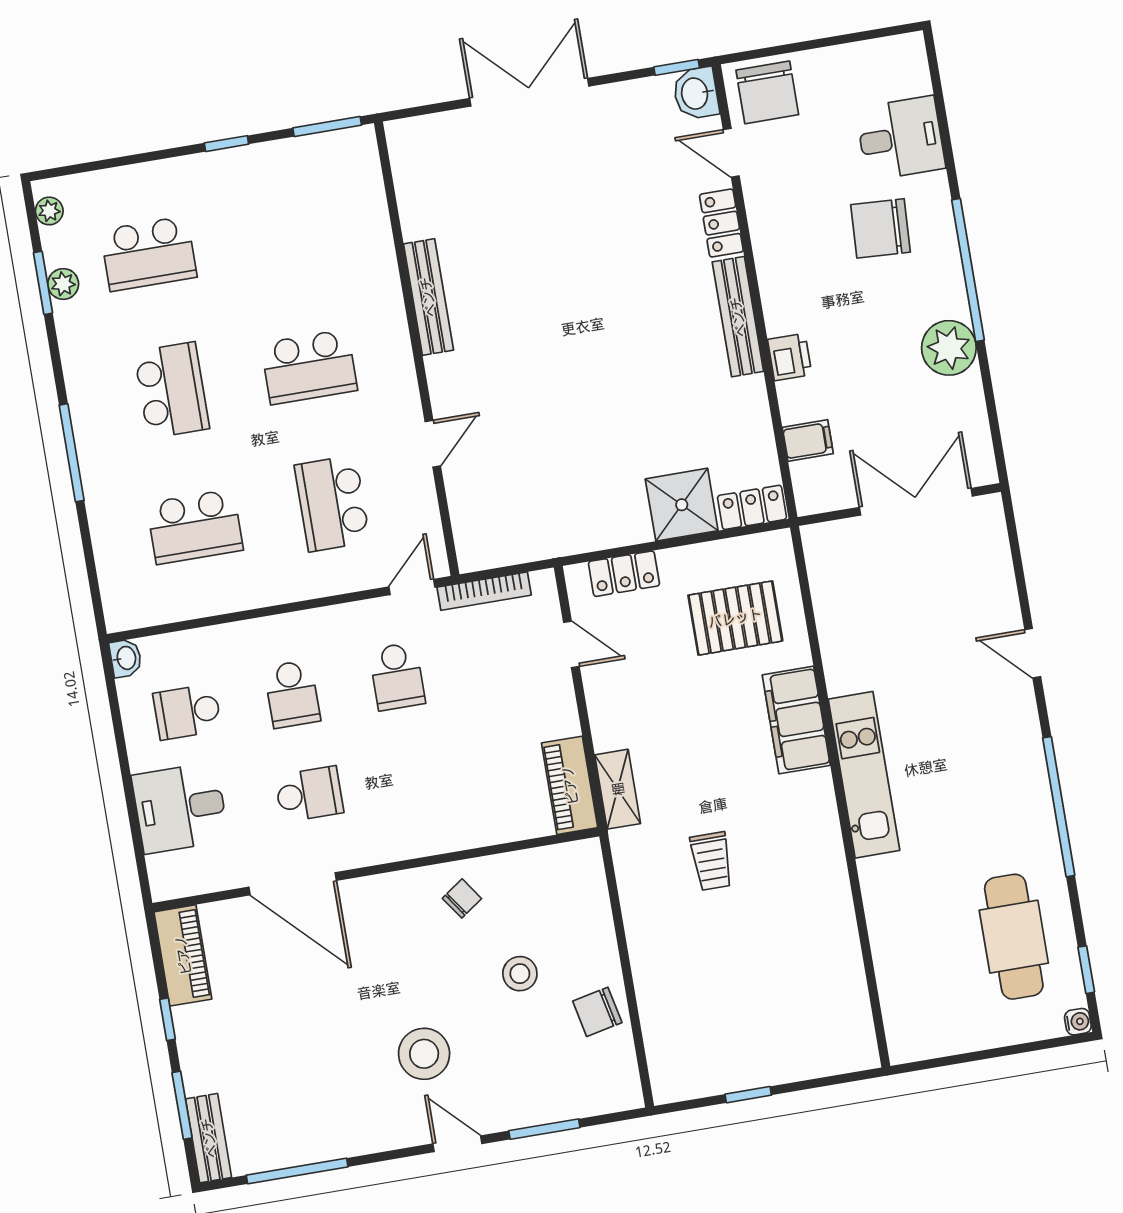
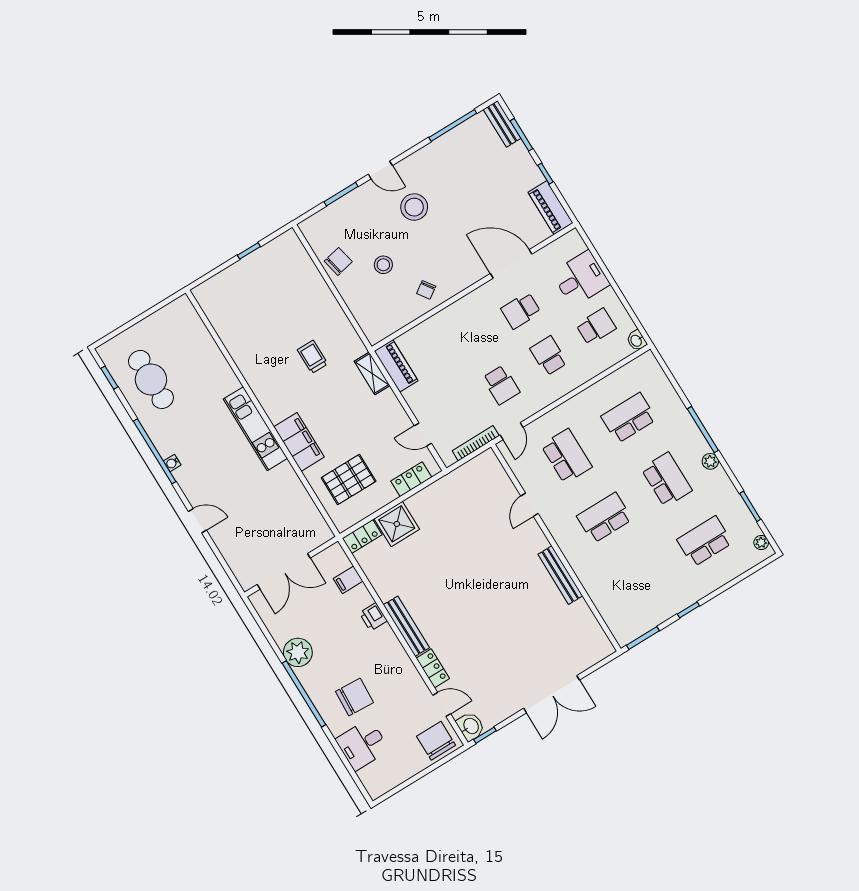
plant: (63, 284) -> (710, 461), moved
school desk: (172, 390) -> (667, 480), turned 180
school desk: (397, 676) -> (501, 385), turned 180
water cooler: (1078, 1022) -> (172, 463), moved

